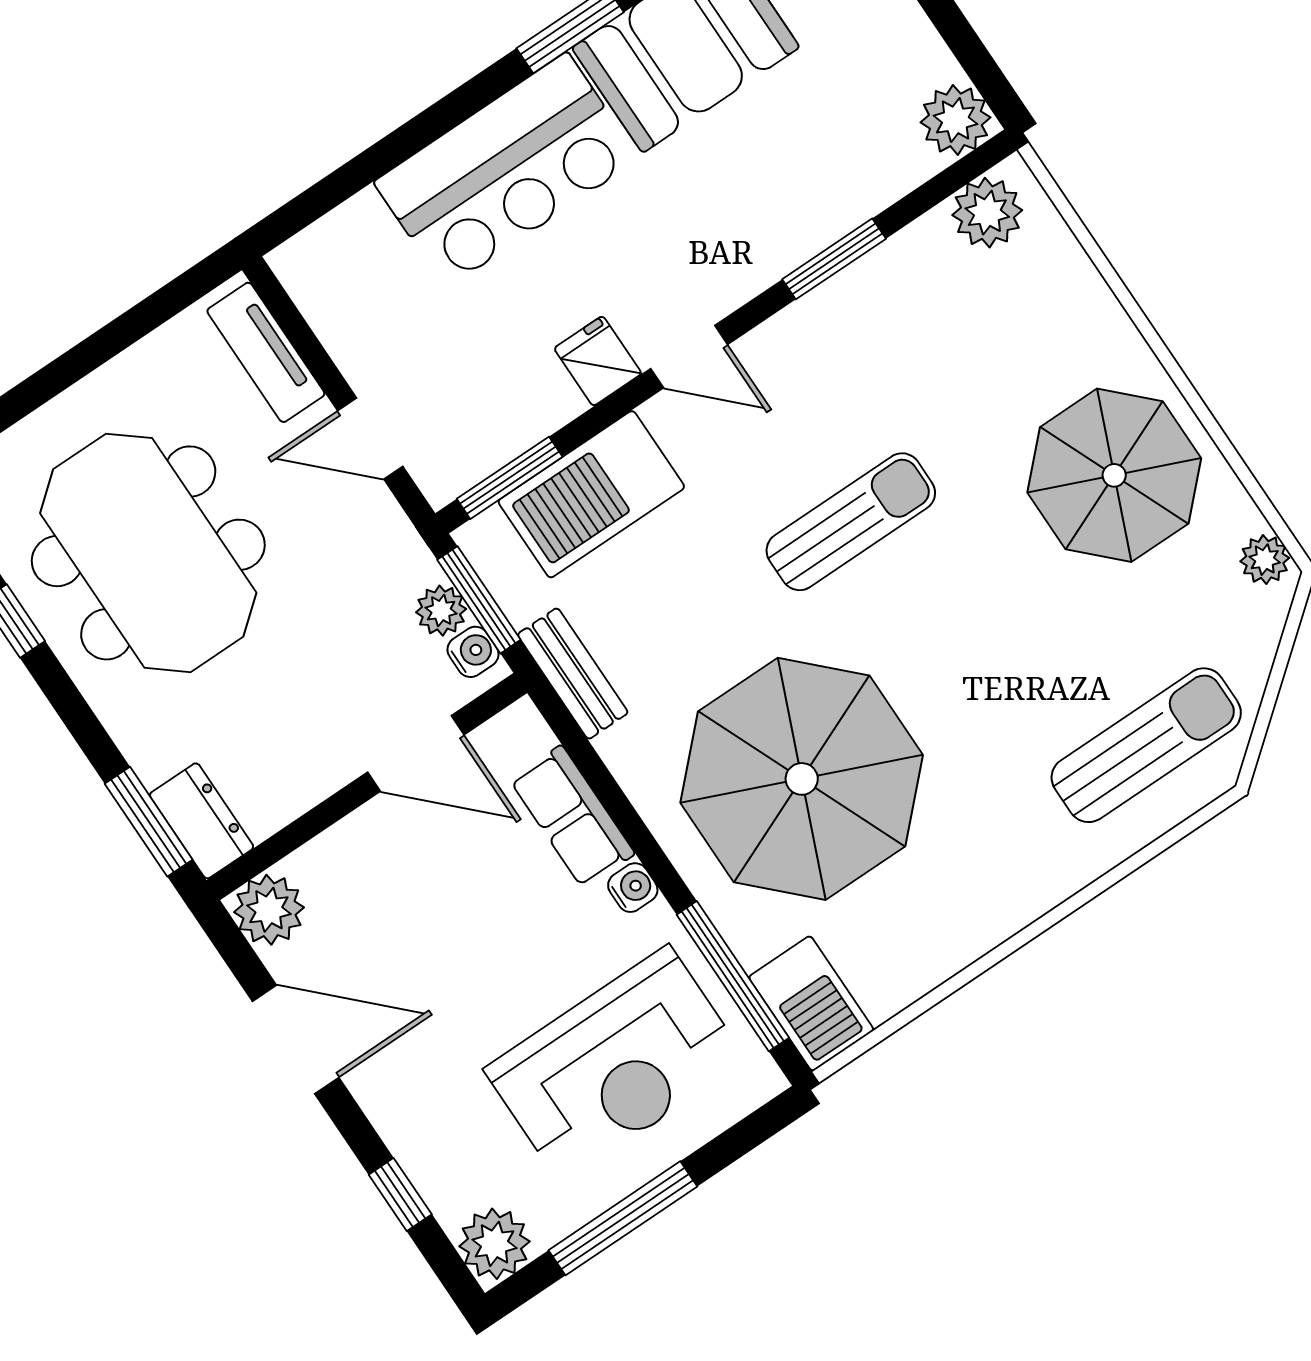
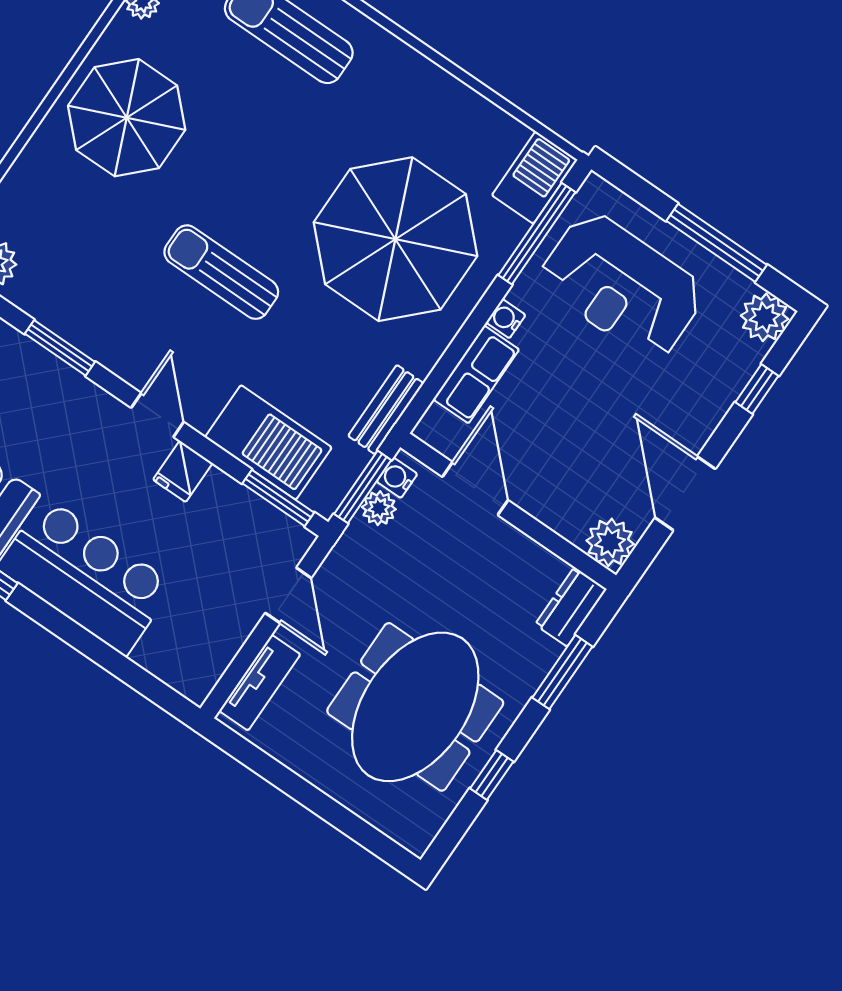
window: (149, 822) -> (562, 672), moved
reception desk: (615, 1065) -> (622, 286), turned 180

